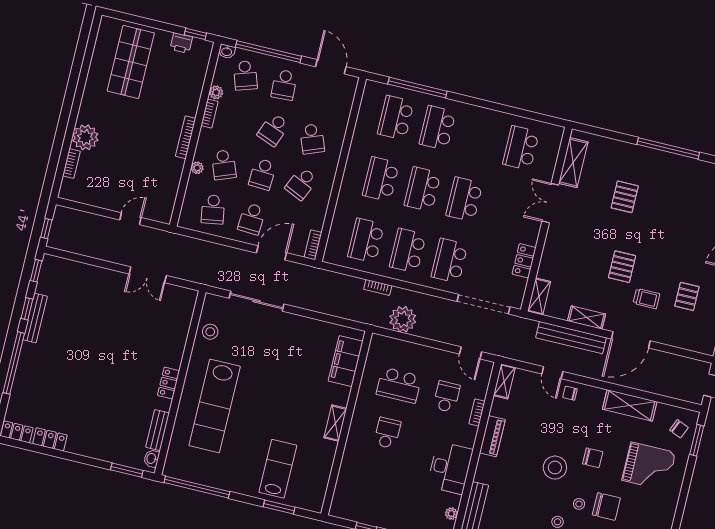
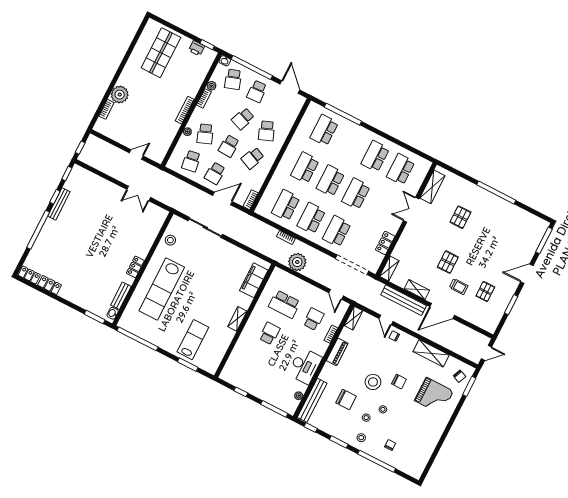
school desk: (437, 128) -> (375, 156), moved
chair: (606, 506) -> (346, 399), moved

